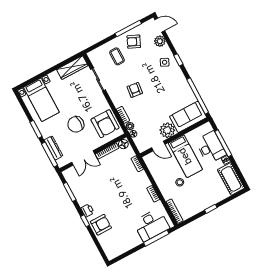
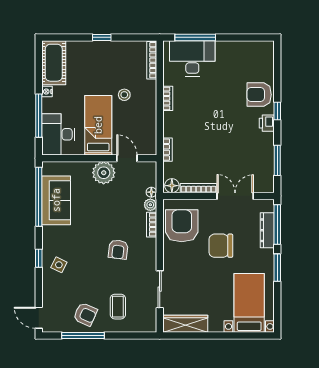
plant: (160, 41) -> (50, 296), removed
sofa: (188, 117) -> (56, 200), moved, turned -90
chair: (76, 124) -> (221, 246), turned 180
desk: (211, 147) -> (58, 134), moved

